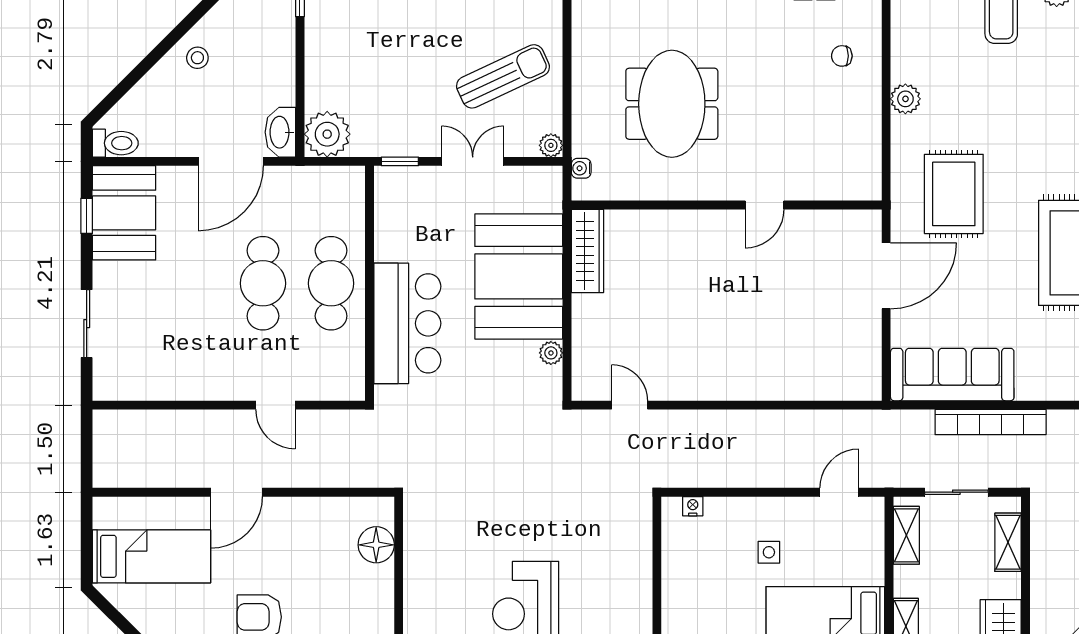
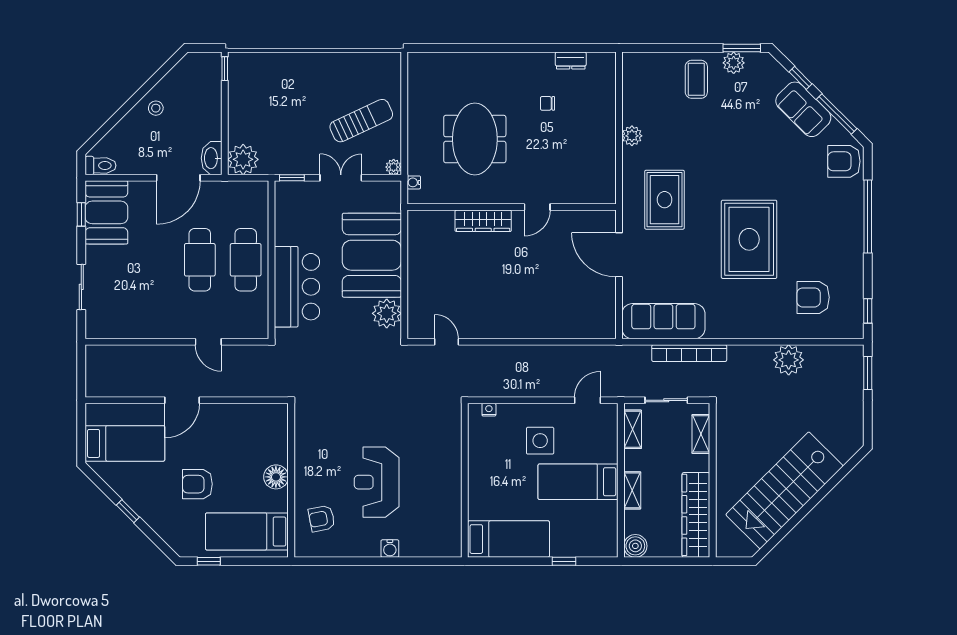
chair: (842, 56) -> (547, 103), moved
wardrobe: (587, 251) -> (483, 221), moved, turned 90
door: (886, 276) -> (619, 255), swing flipped
plant: (551, 353) -> (387, 313), width x1.88, depth x1.88
floor lamp: (376, 545) -> (276, 477), moved
side table: (769, 552) -> (540, 441), width x1.87, depth x1.87

